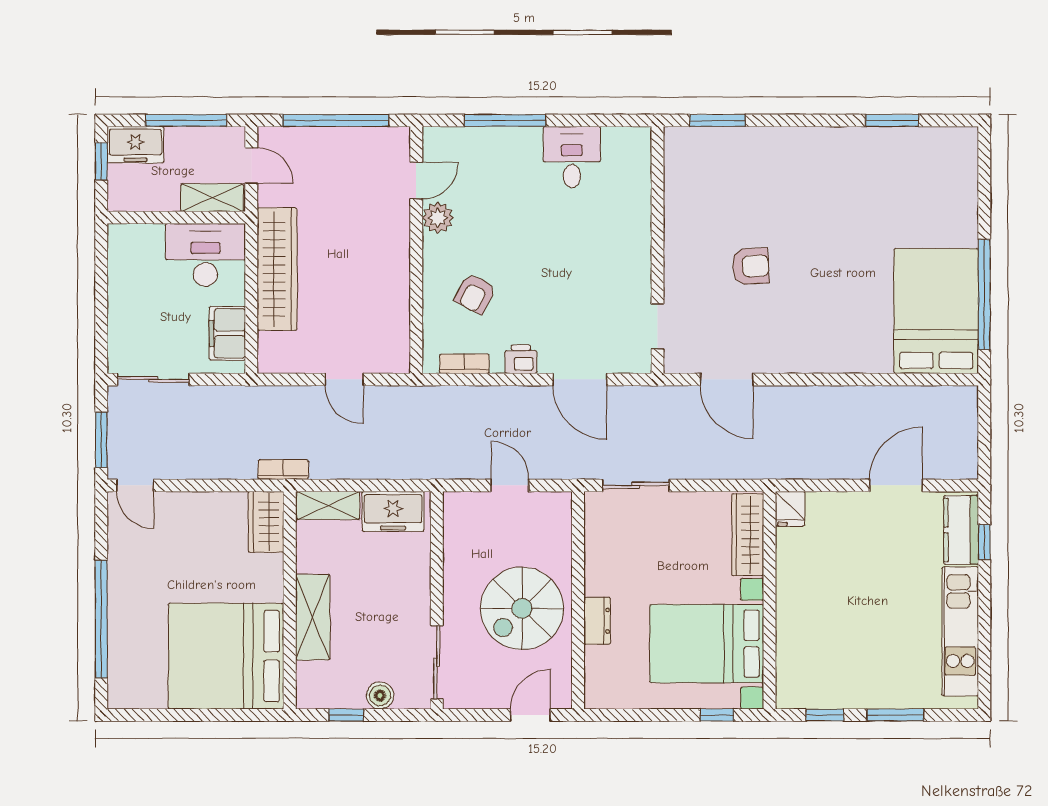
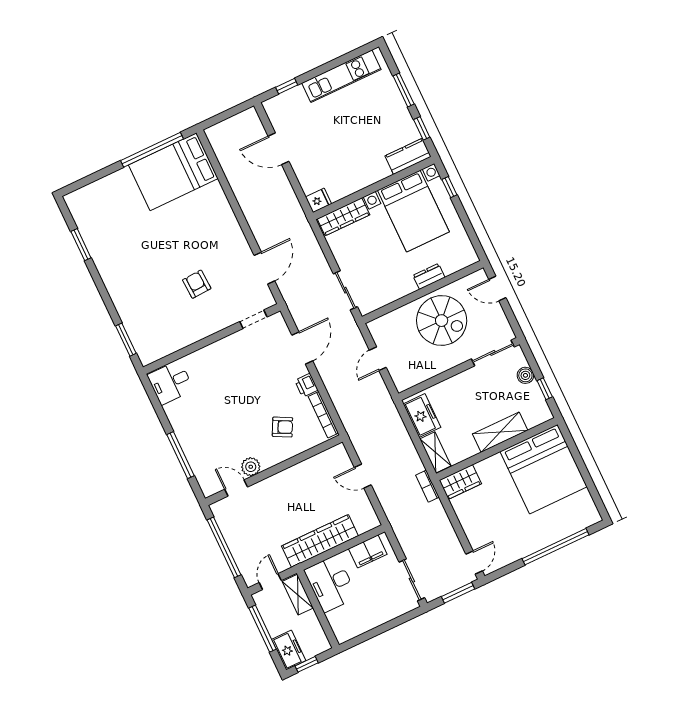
desk: (572, 157) -> (170, 383), moved
bookcase: (464, 364) -> (323, 415), width x1.56
door: (344, 379) -> (363, 476), swing flipped
kitchen counter: (961, 530) -> (408, 156), moved, turned 180

